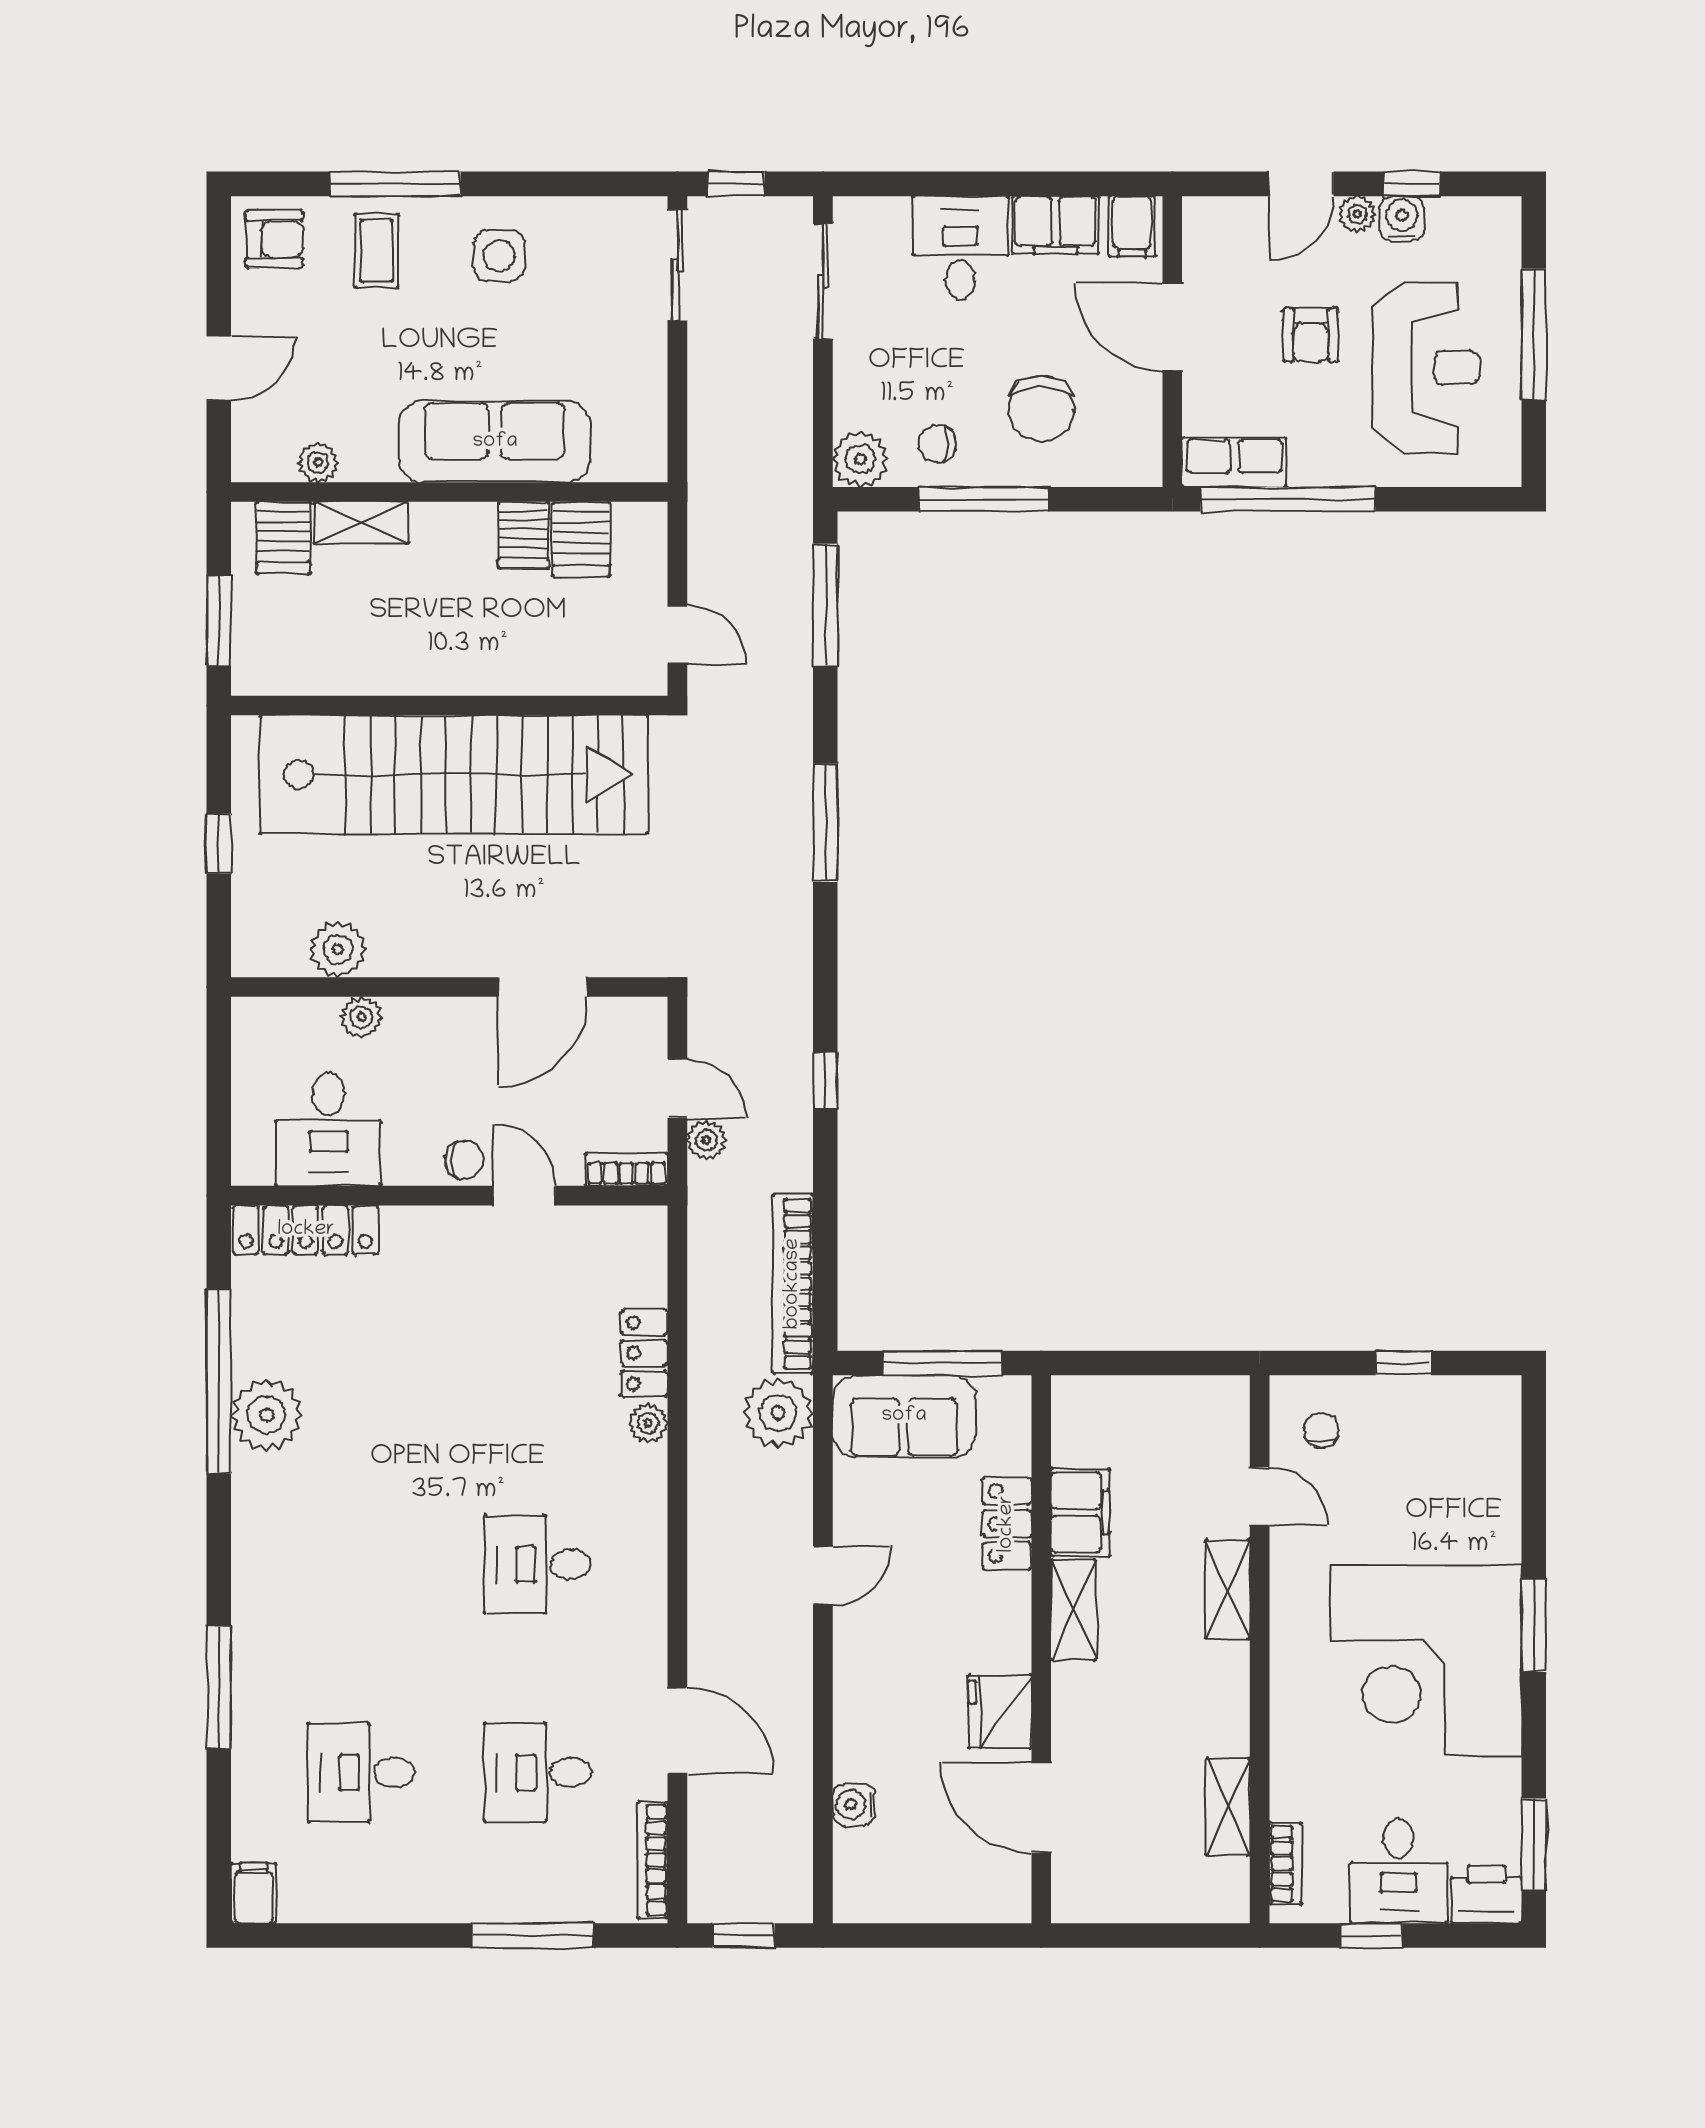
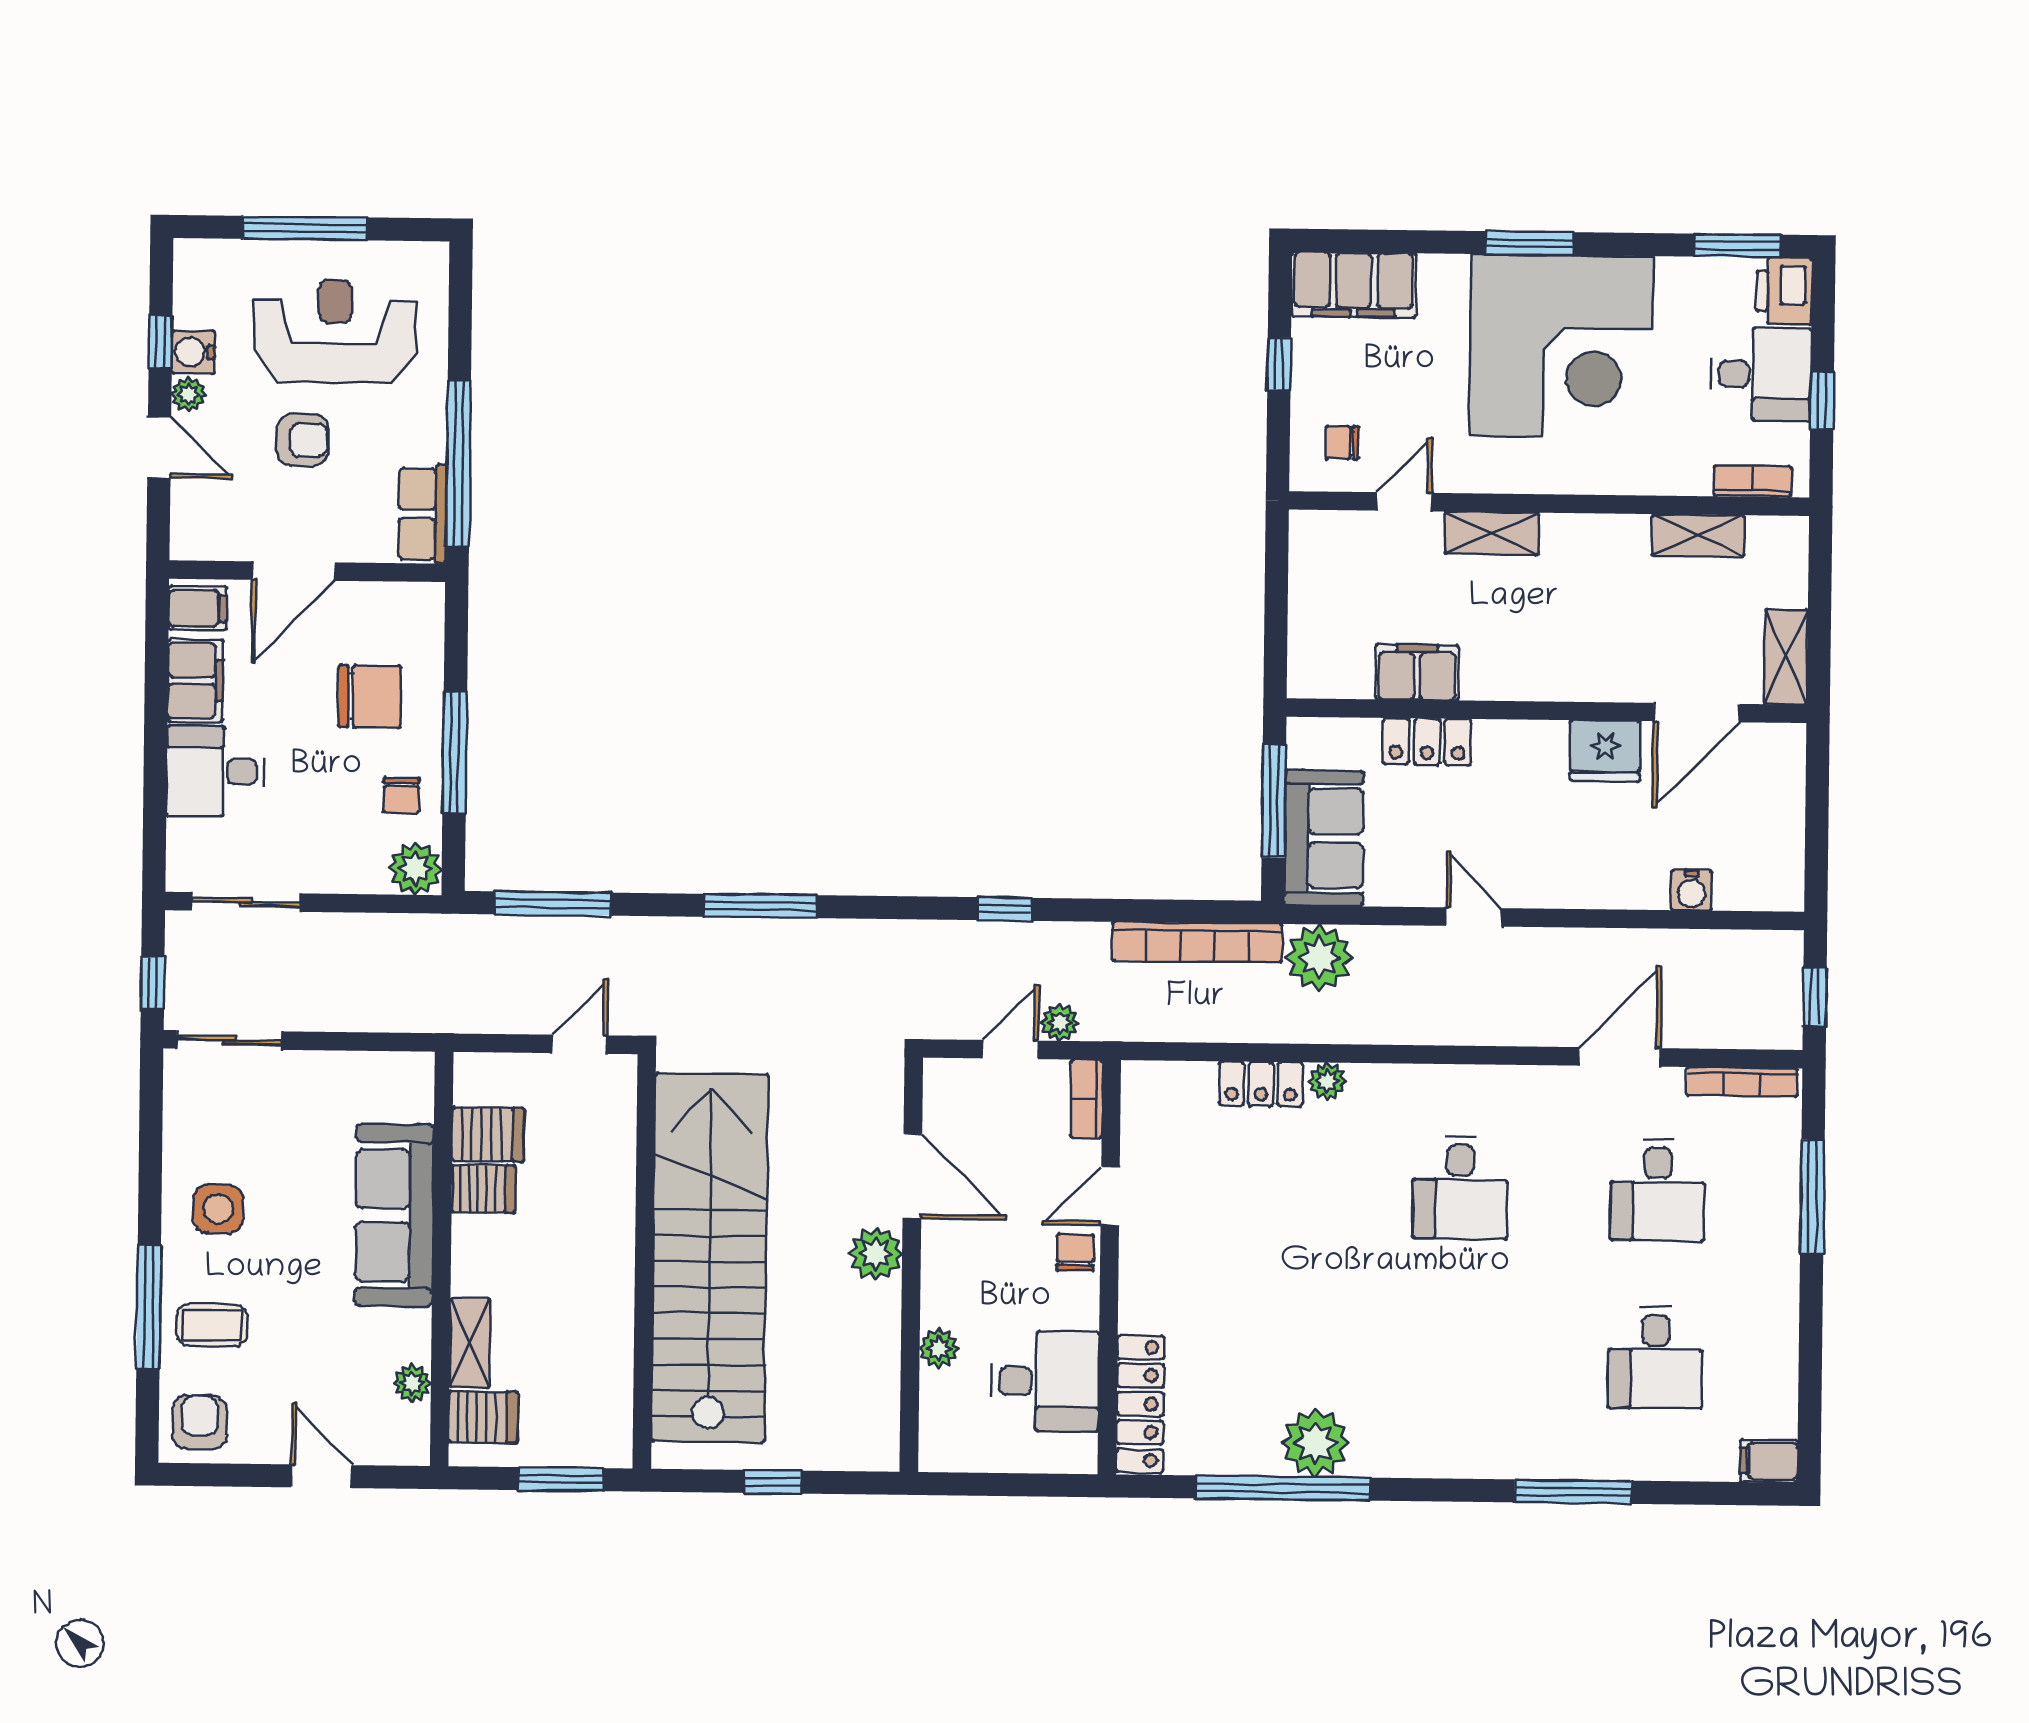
plant: (338, 949) -> (876, 1253), moved
filing cabinet: (1488, 1441) -> (1354, 285), added
shelving: (1074, 1610) -> (1786, 657), moved, turned 90

